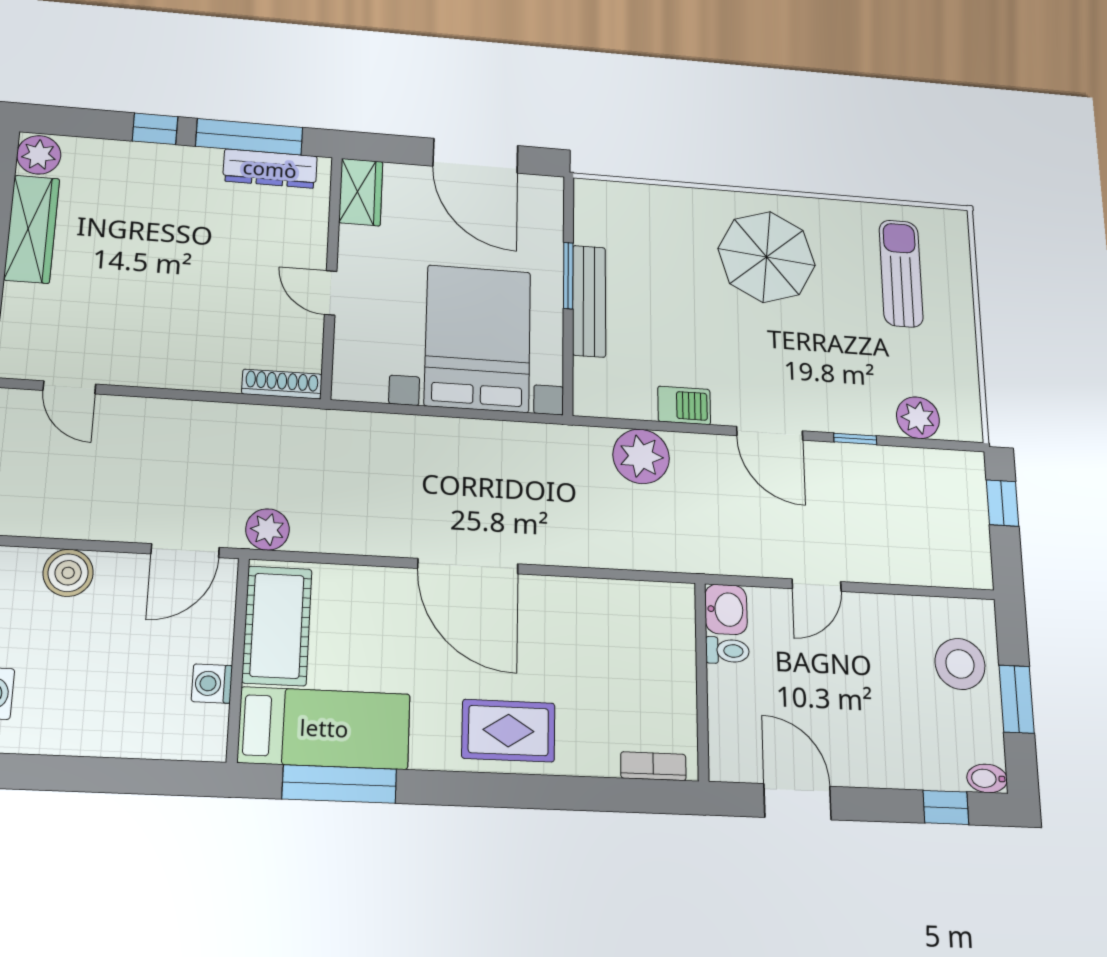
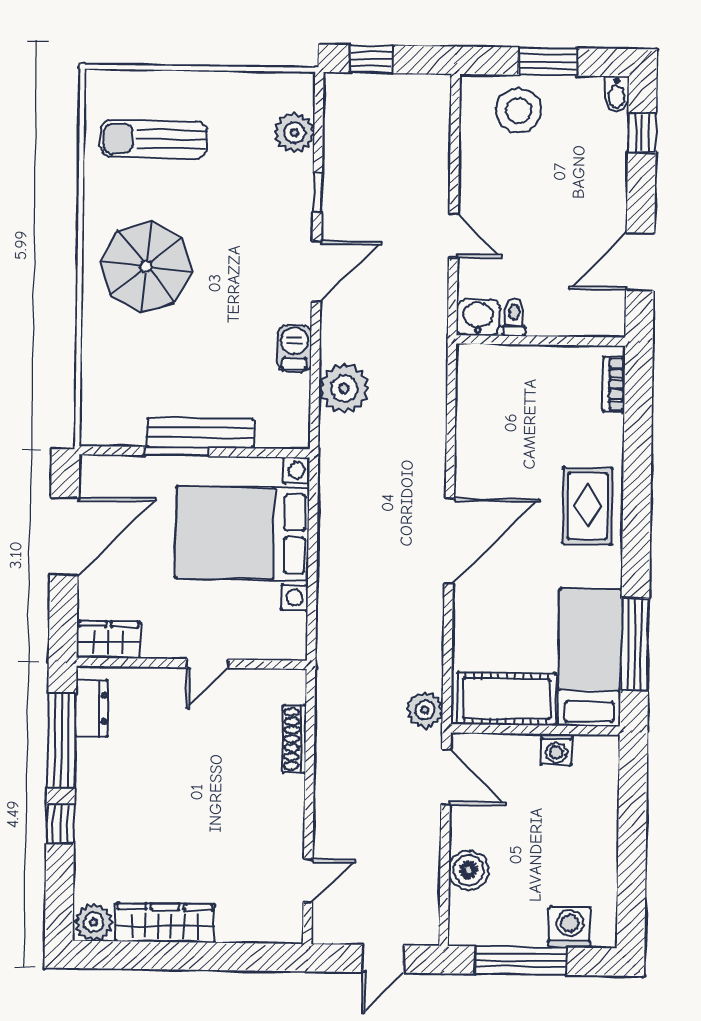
dresser: (270, 169) -> (92, 708), width x0.70
shoe rack: (282, 384) -> (294, 739), moved

